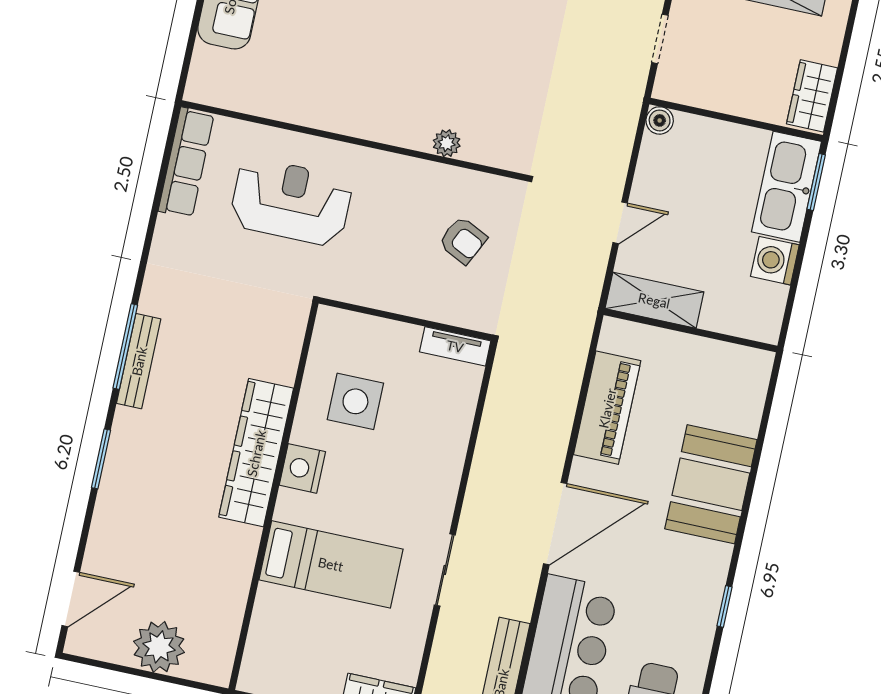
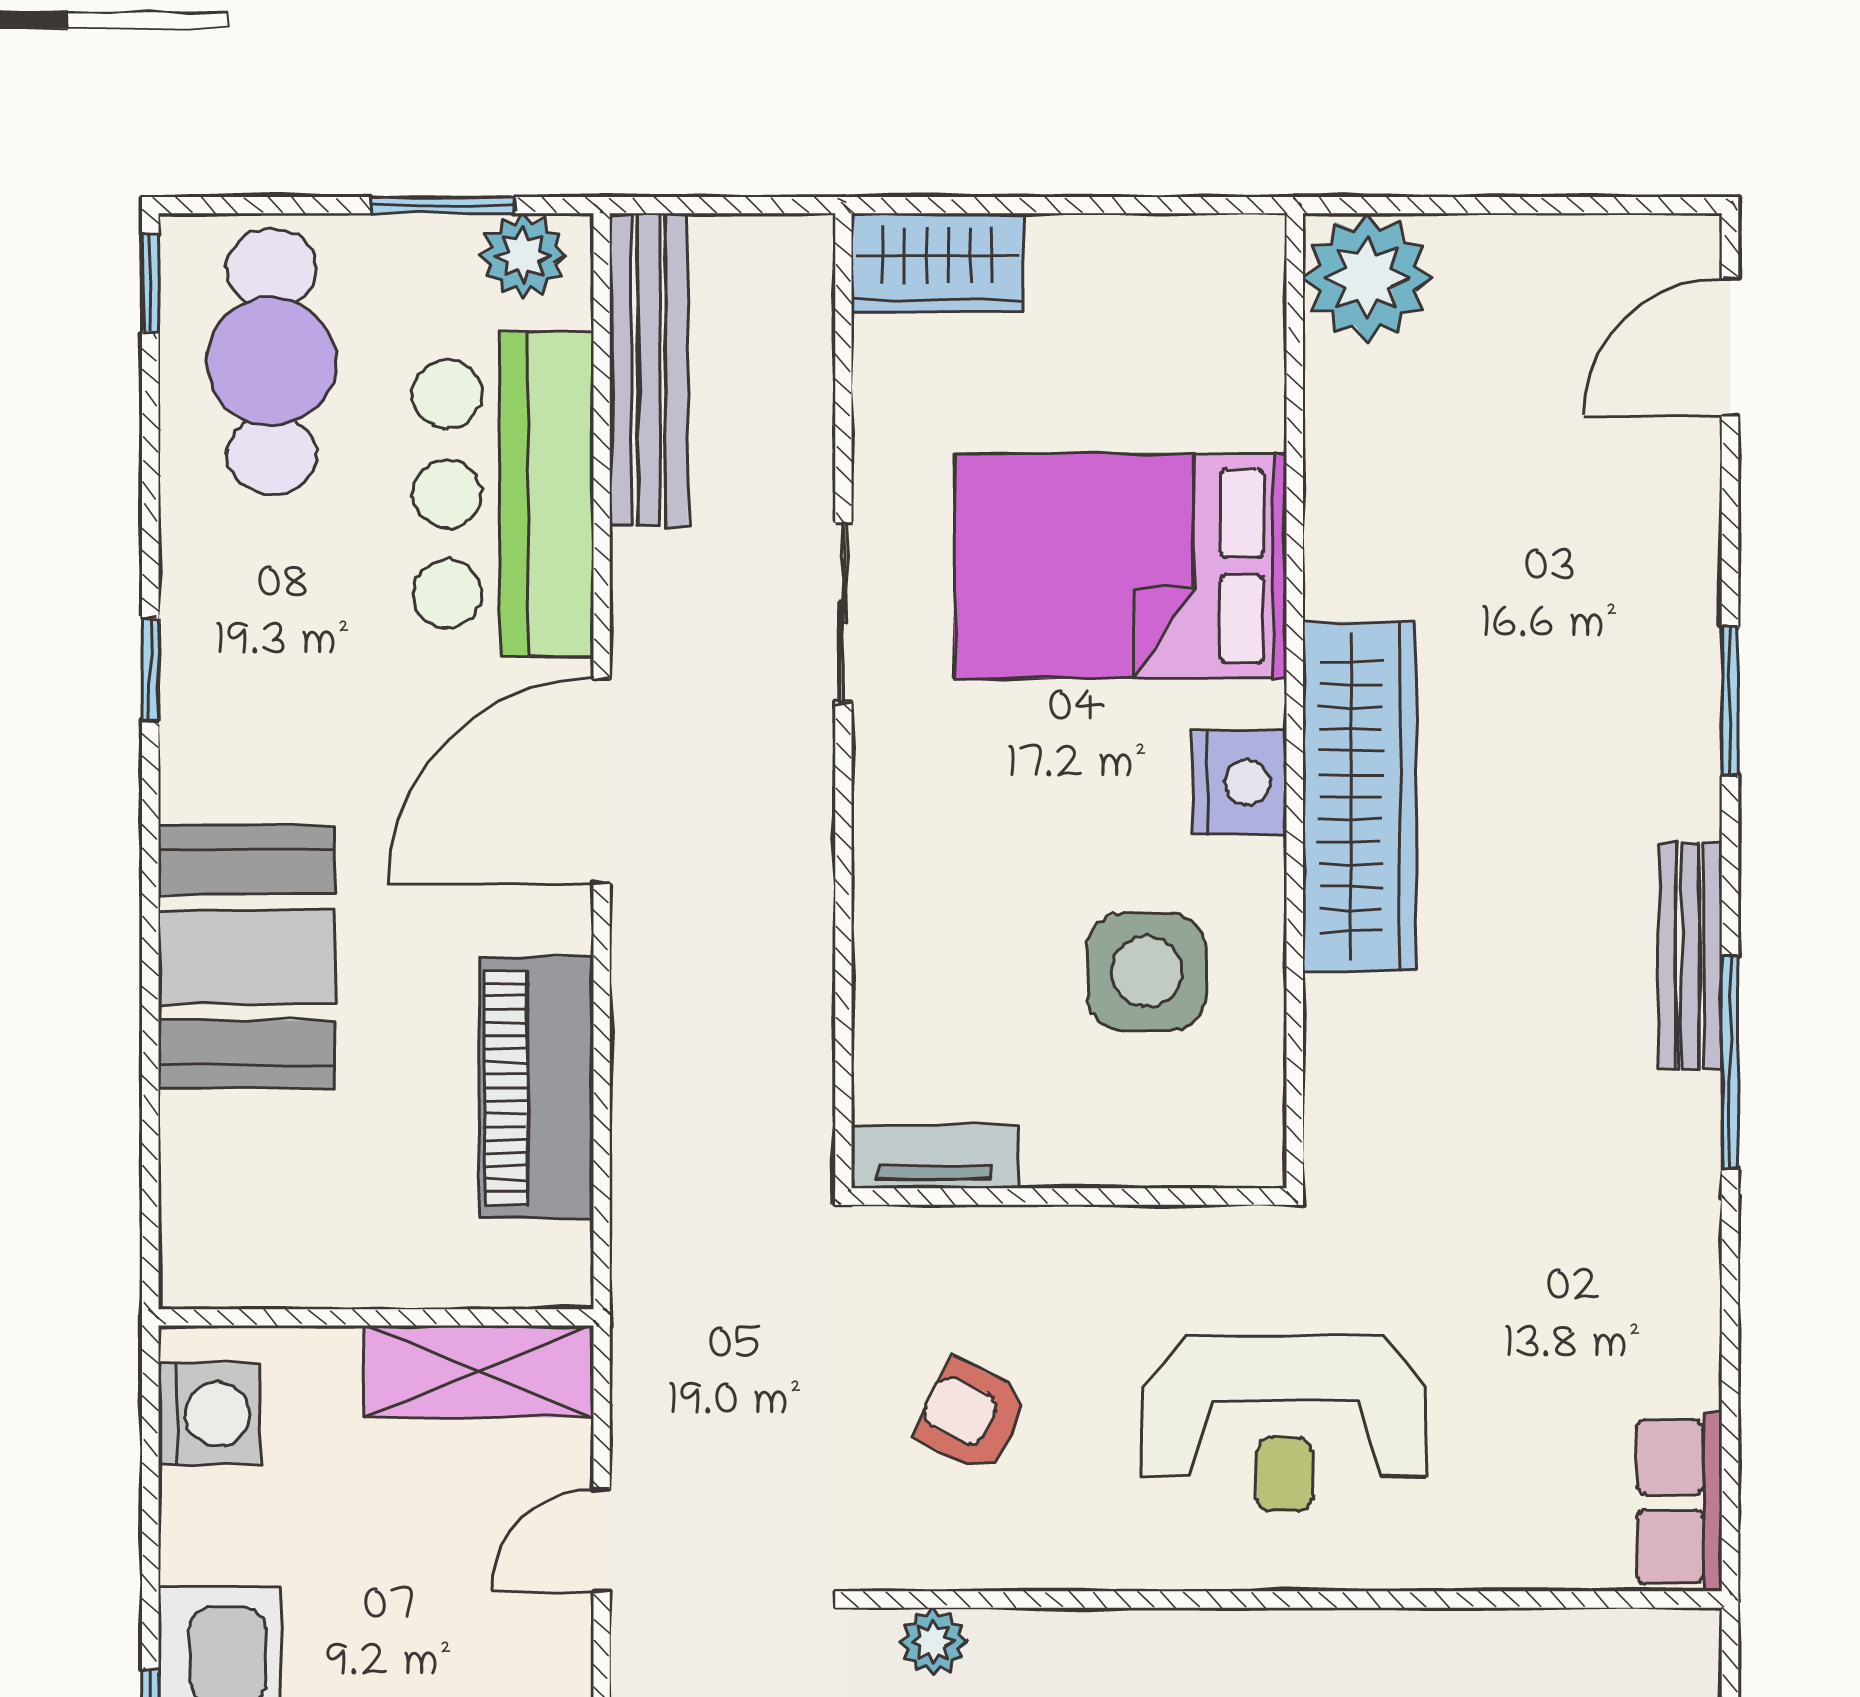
plant: (447, 143) -> (933, 1642), moved
row of seats: (186, 162) -> (1679, 1502), width x0.68
reception desk: (291, 202) -> (1285, 1423), moved
washing machine: (775, 261) -> (209, 1414), moved
window: (125, 347) -> (1730, 1062), moved
bed: (331, 564) -> (1121, 566), width x1.50
plant: (159, 647) -> (1367, 278), moved

